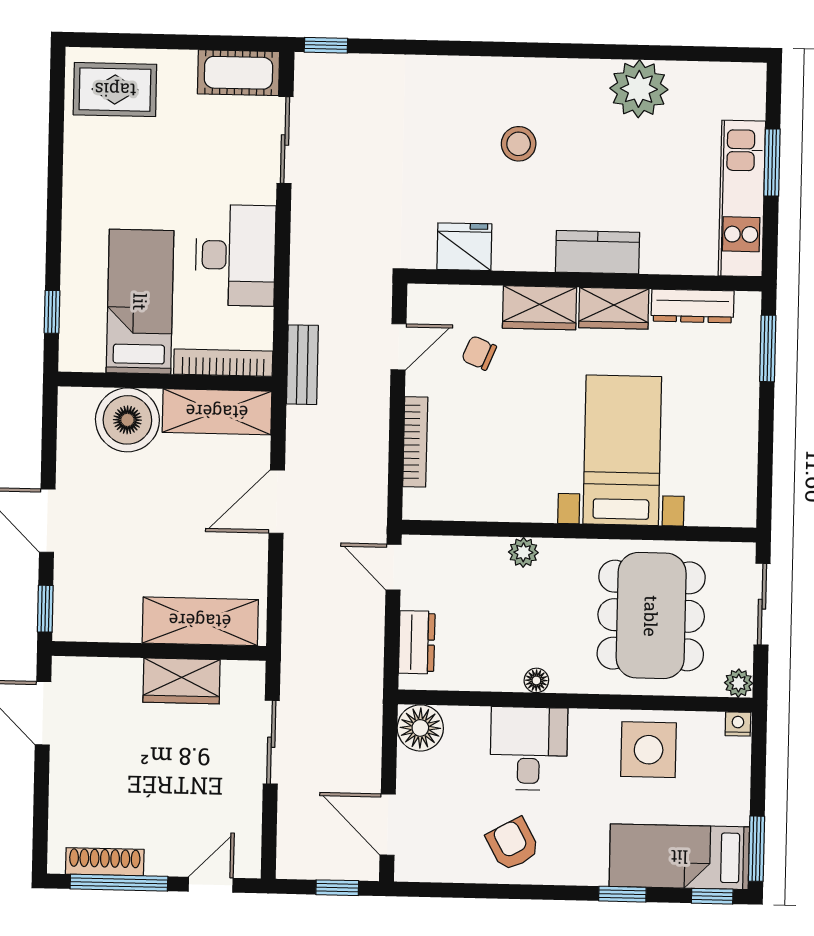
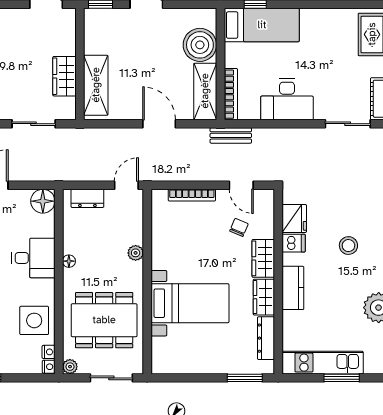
dishwasher: (512, 249) -> (294, 243), added
bed: (140, 302) -> (262, 25), moved
nightstand: (710, 724) -> (49, 352), added

